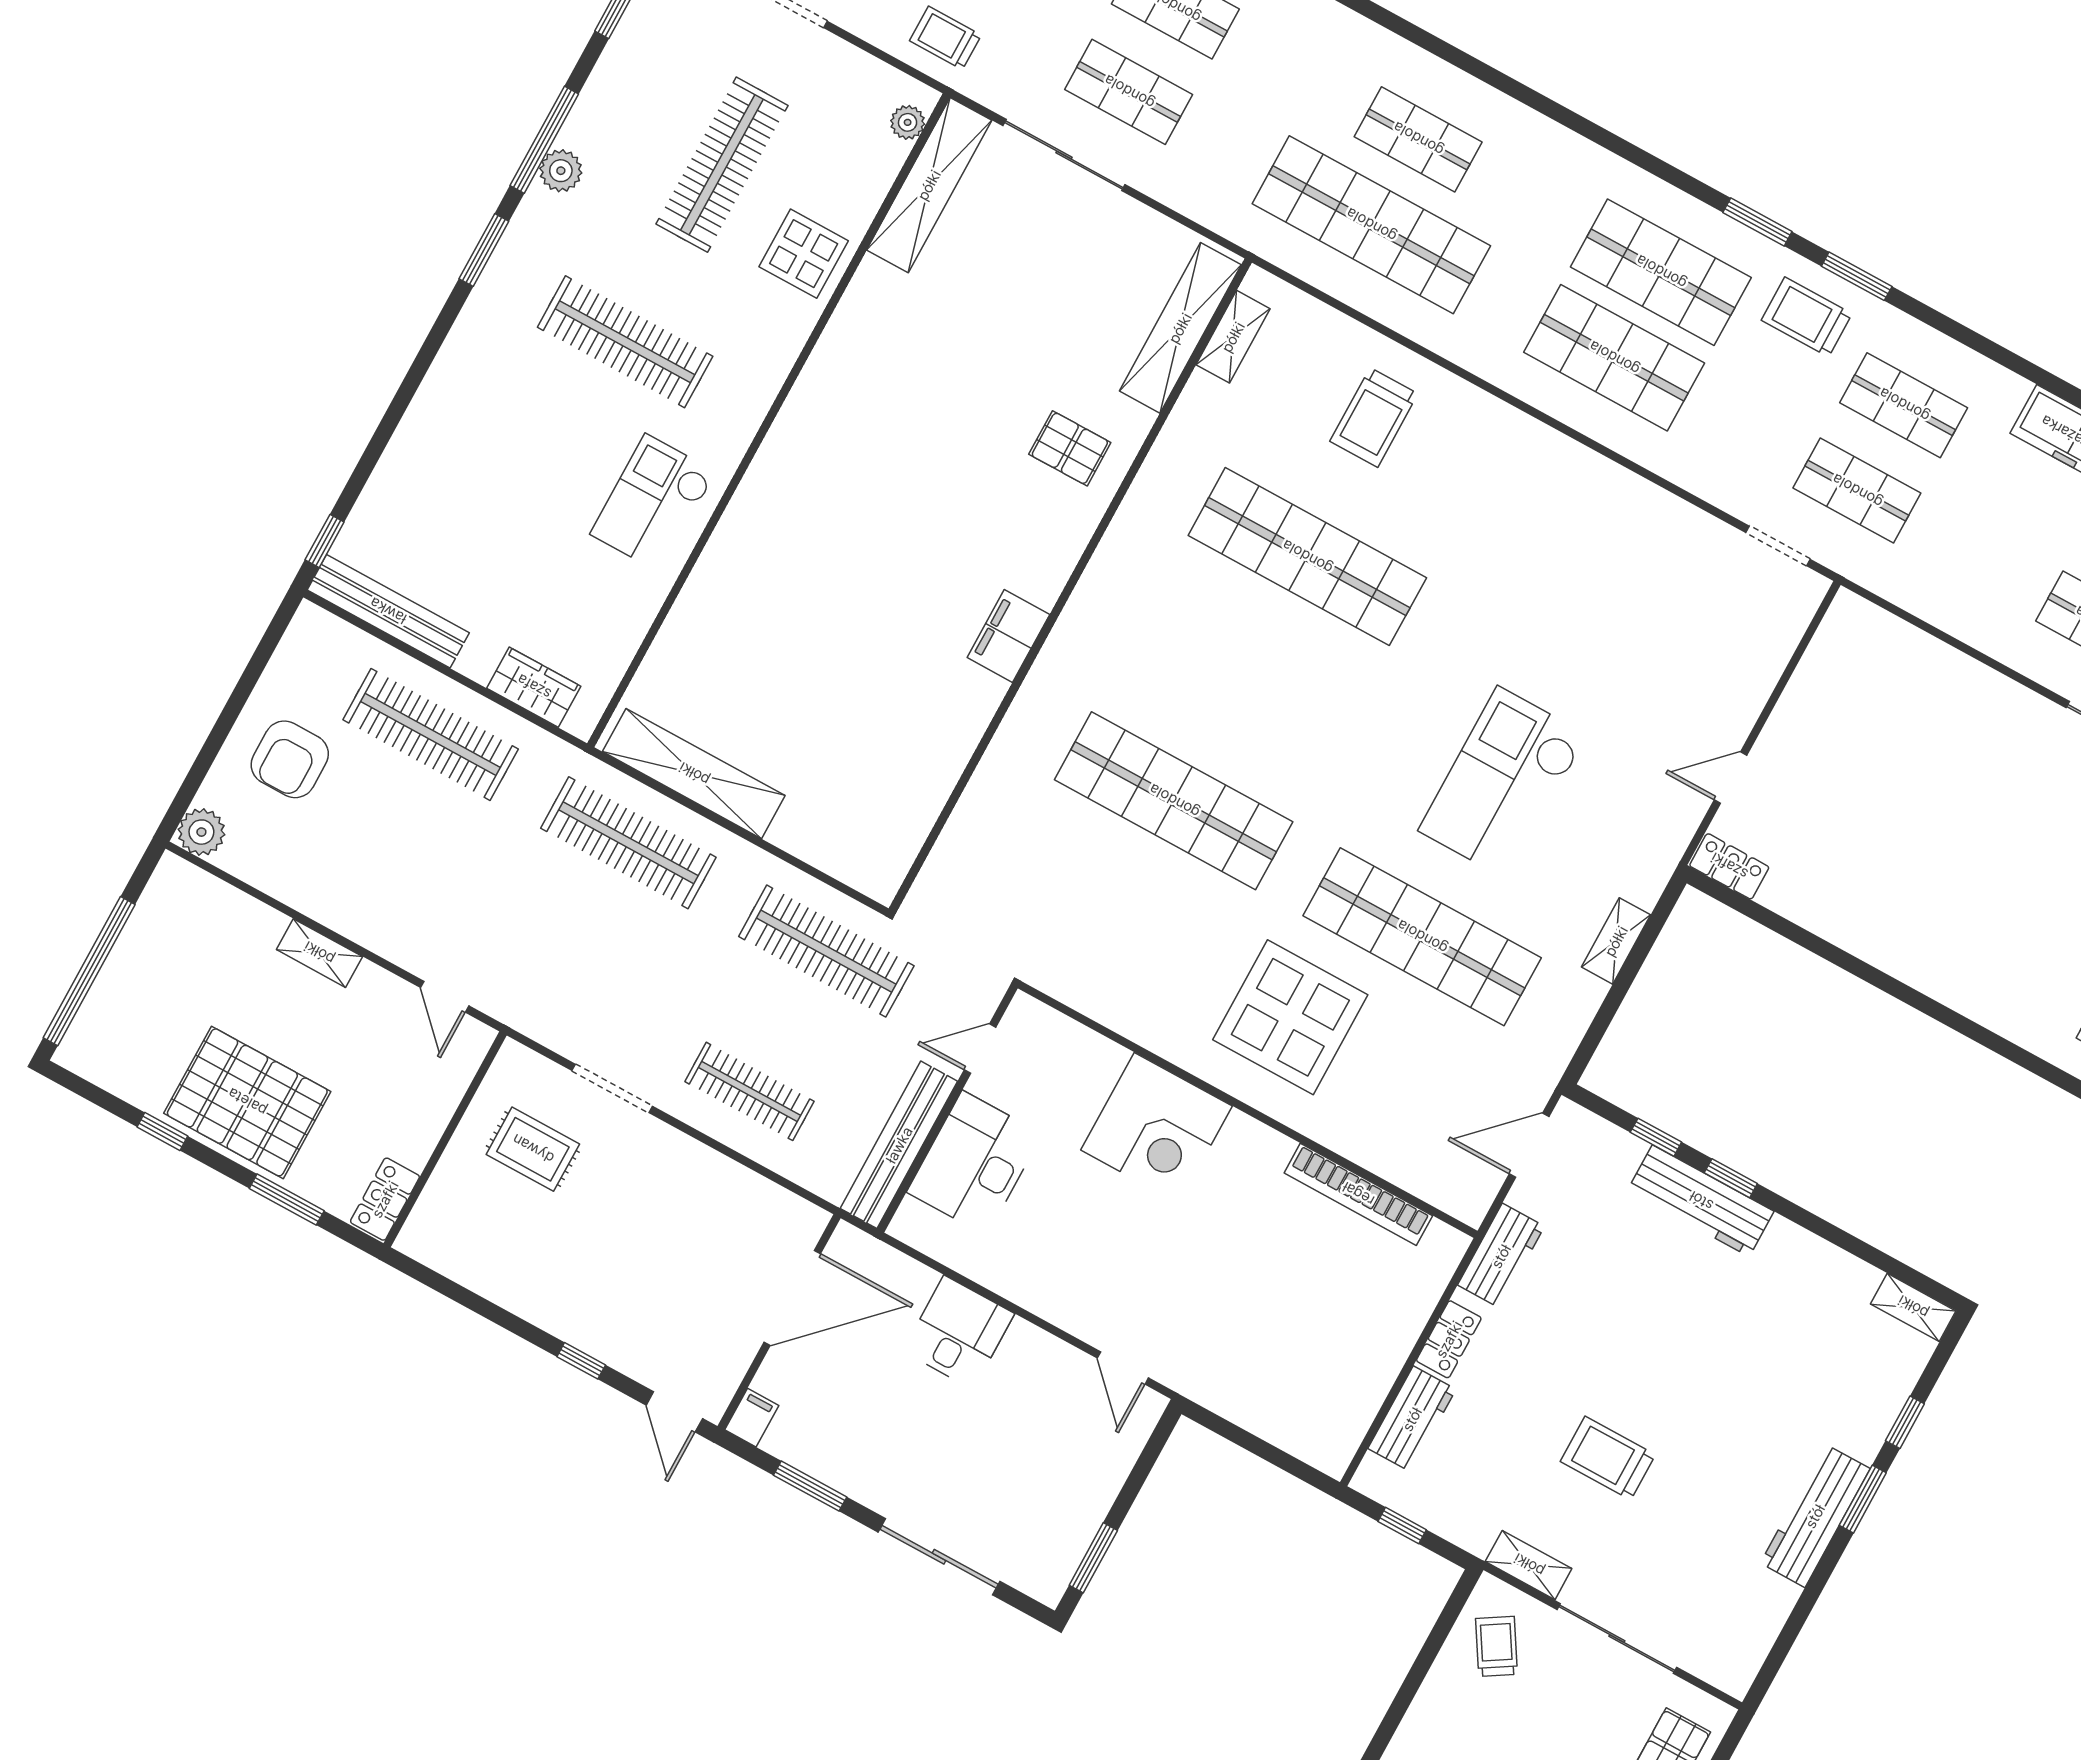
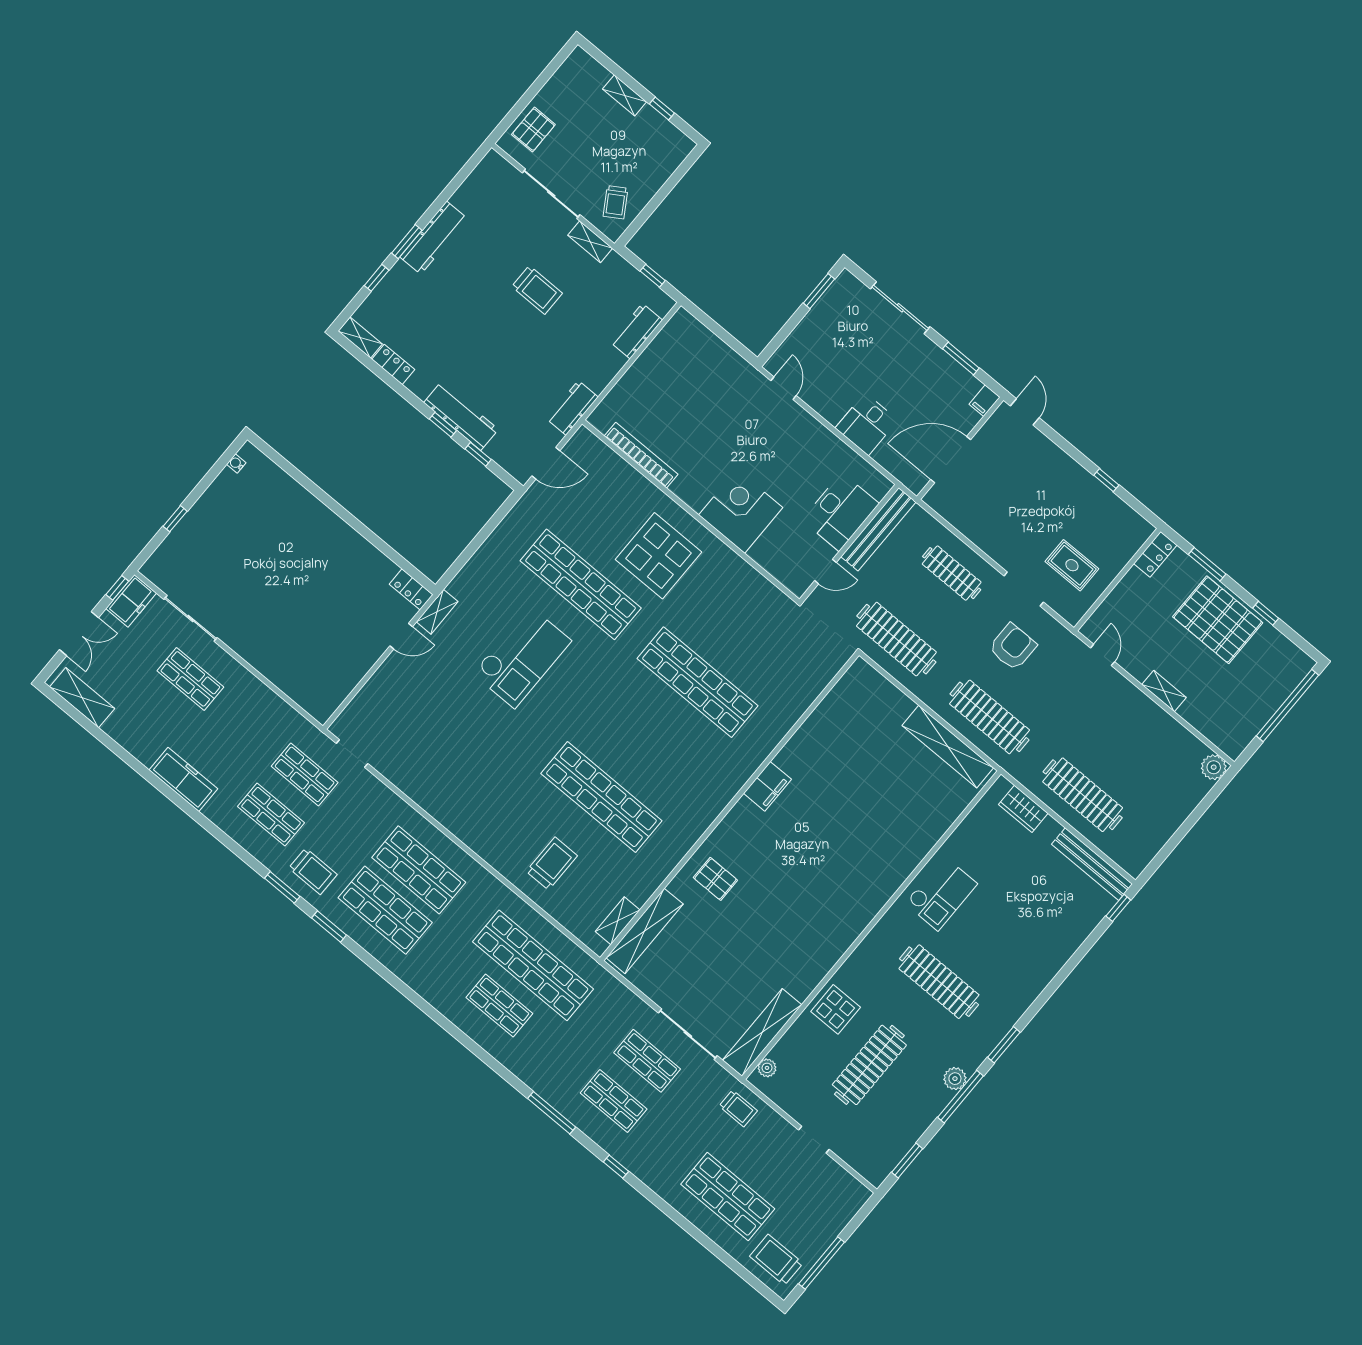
armchair: (290, 759) -> (1013, 647), moved
shelving: (1616, 941) -> (437, 612), moved
locker: (1449, 1339) -> (393, 364), moved, turned 90
window: (581, 1361) -> (1106, 480), moved

